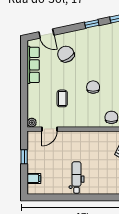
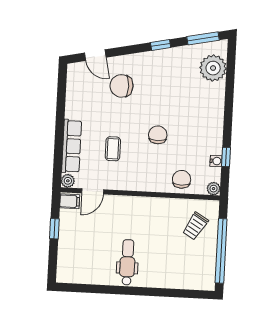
chair: (66, 54) -> (122, 86), turned -57
row of seats: (33, 65) -> (72, 146), moved
filing cabinet: (34, 178) -> (70, 201), moved

